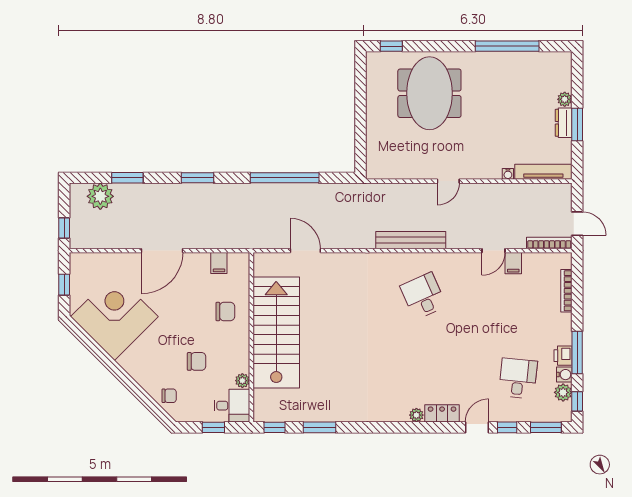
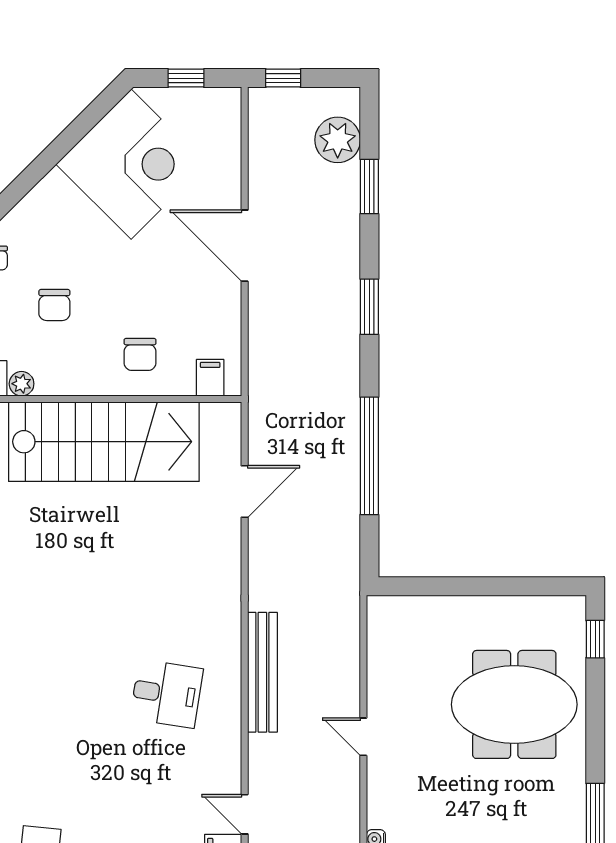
filing cabinet: (219, 263) -> (210, 378), moved, turned 90
desk: (423, 296) -> (167, 694), turned 33

